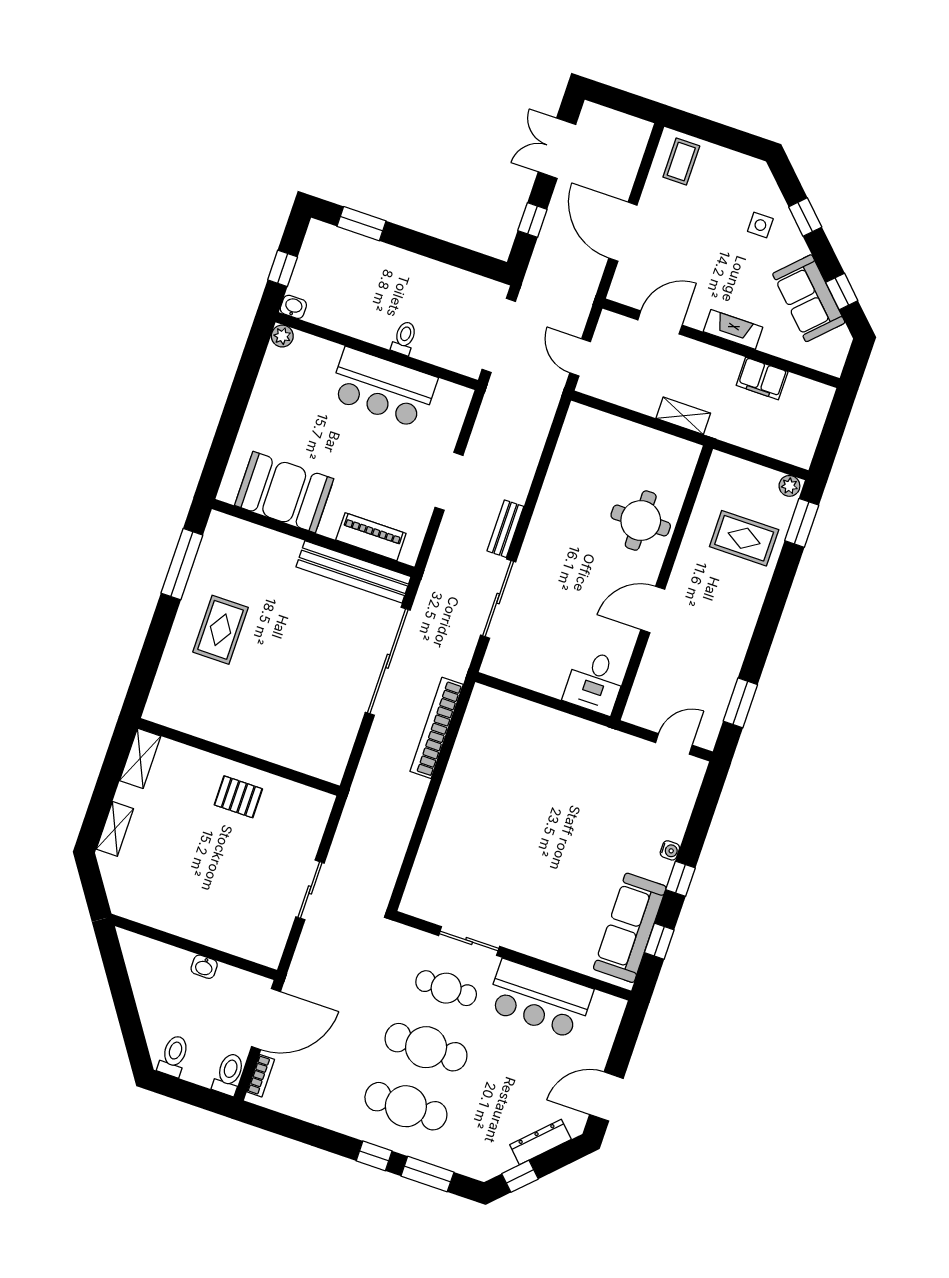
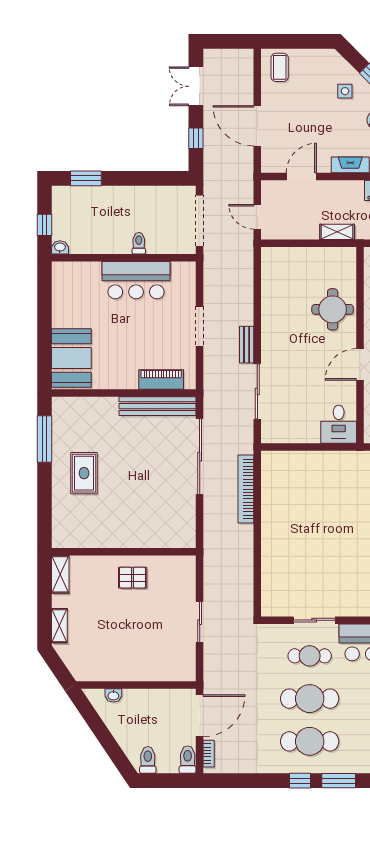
plant: (282, 336) -> (59, 269), removed
booth: (284, 492) -> (71, 358), moved, turned 90
washbasin: (204, 967) -> (113, 695), moved

